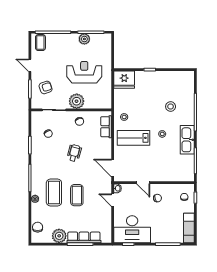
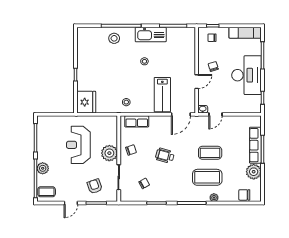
plant: (84, 39) -> (43, 168), moved
stool: (171, 107) -> (114, 38), moved
lab bench: (133, 138) -> (162, 95), moved
desk: (132, 229) -> (247, 75), moved

